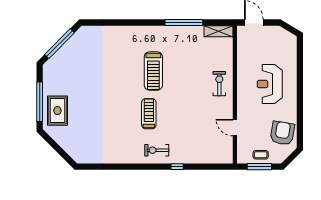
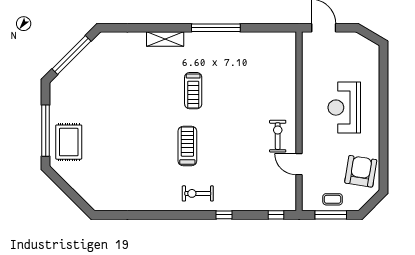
window: (184, 23) -> (216, 28), moved
shelving: (219, 31) -> (165, 39), moved
treadmill: (153, 71) -> (193, 91), width x0.73, depth x0.73
exercise bike: (219, 84) -> (278, 136), moved
window: (217, 167) -> (276, 215), added

